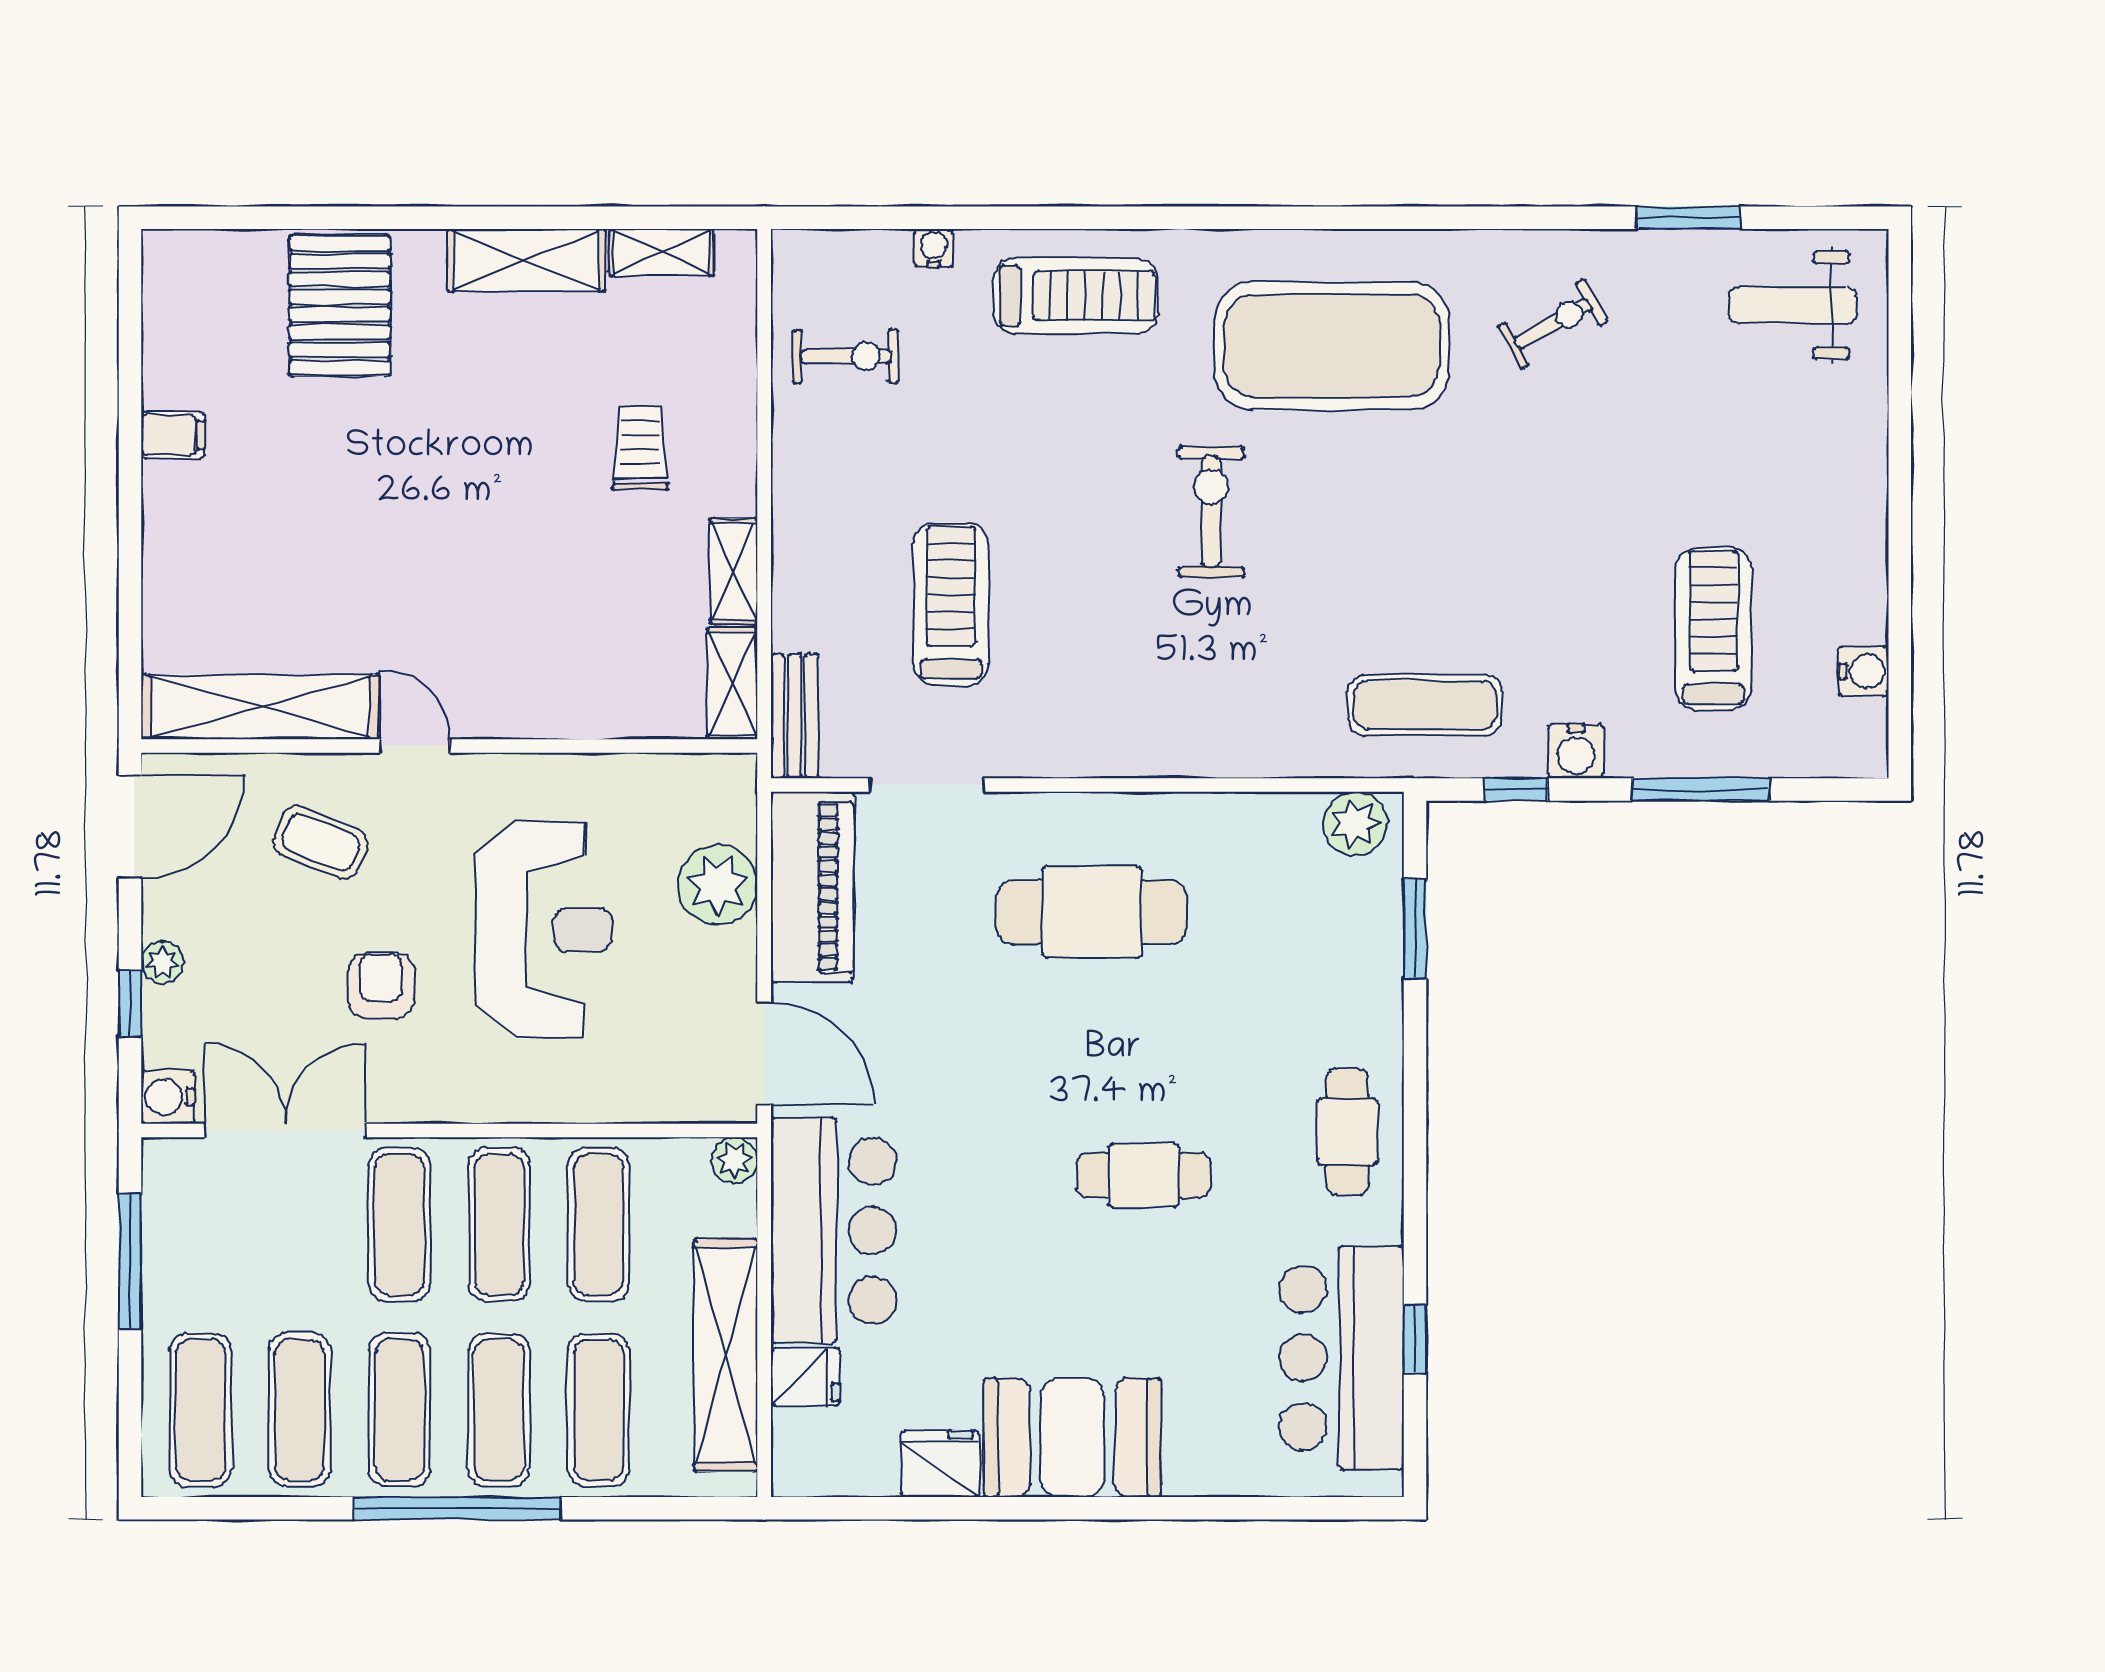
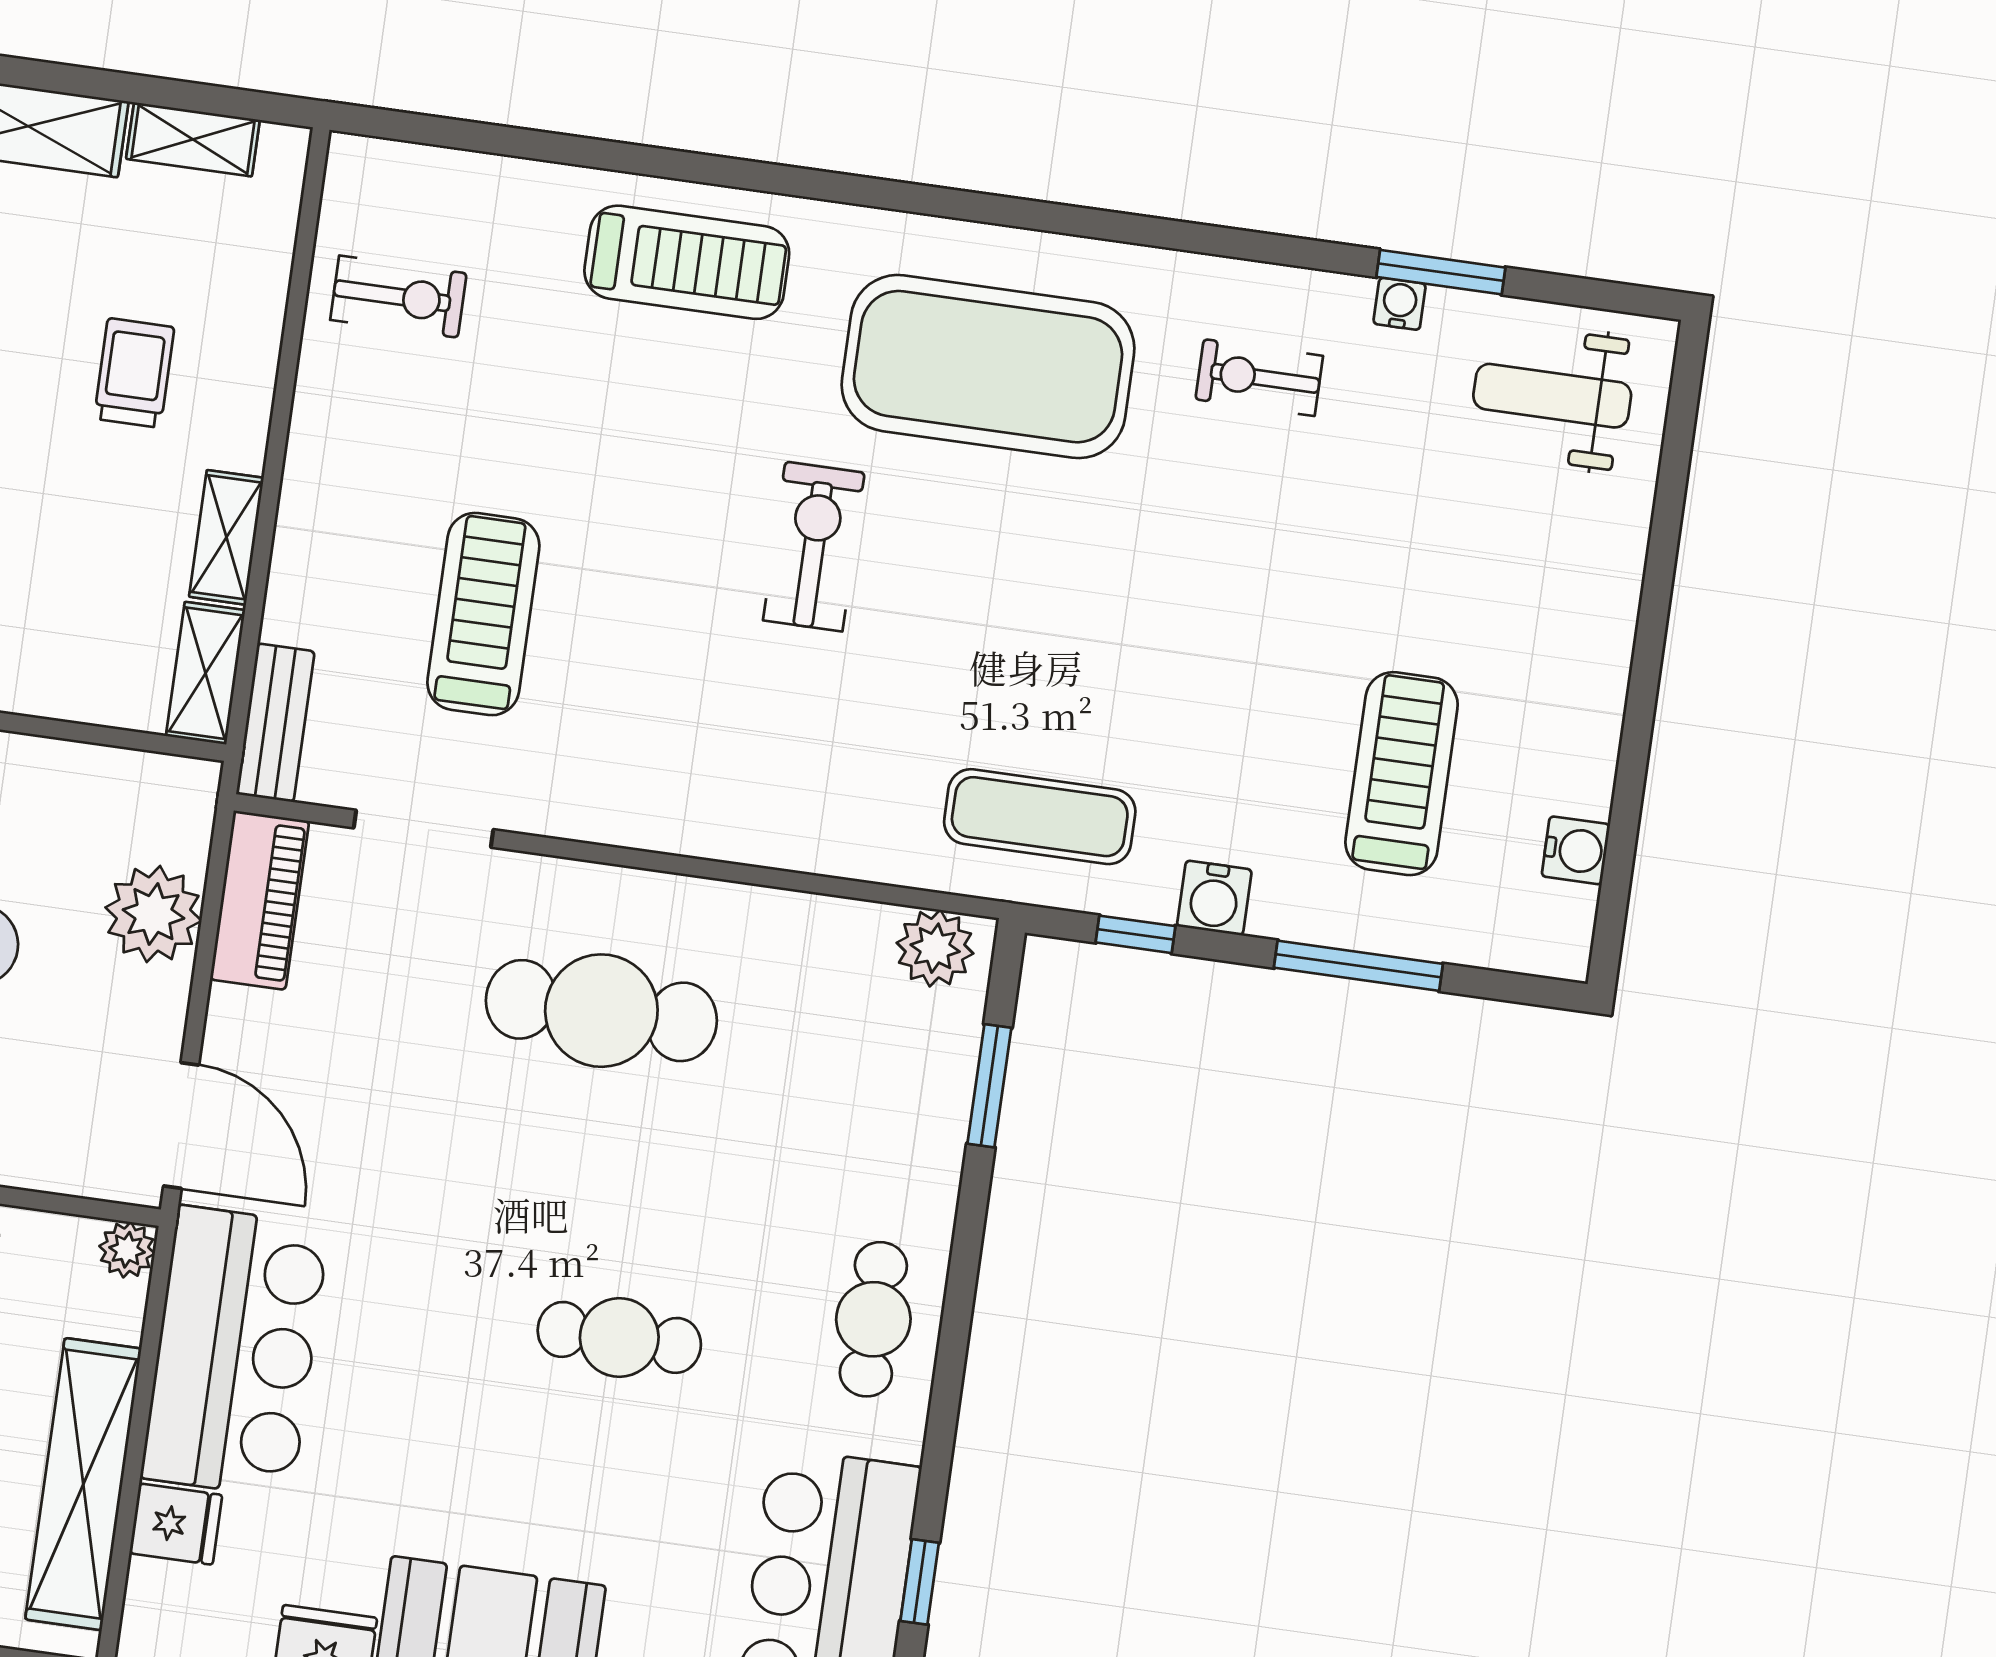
water cooler: (934, 248) -> (1400, 304), moved
exercise bike: (1553, 324) -> (1259, 378), turned -151
piano: (812, 887) -> (260, 900), width x0.73, depth x0.75

